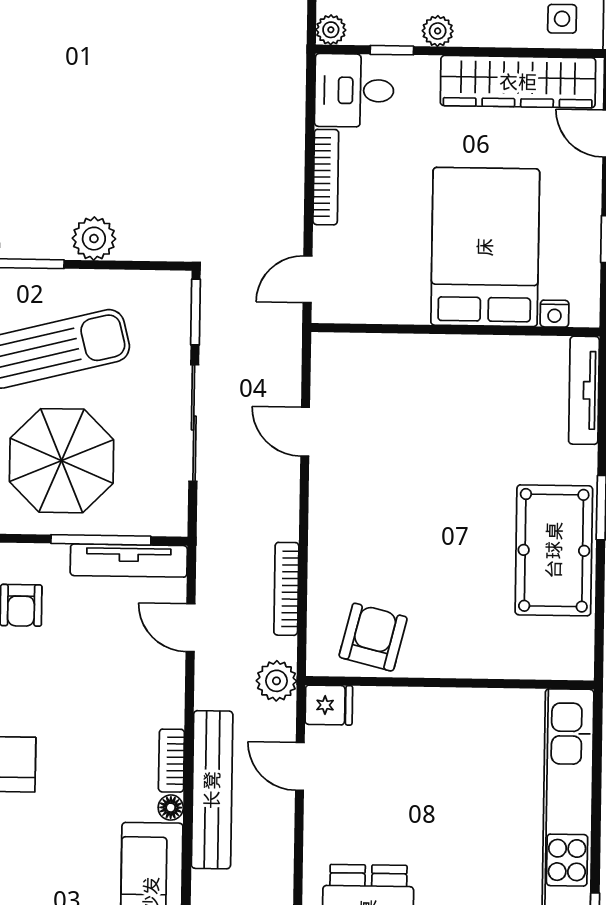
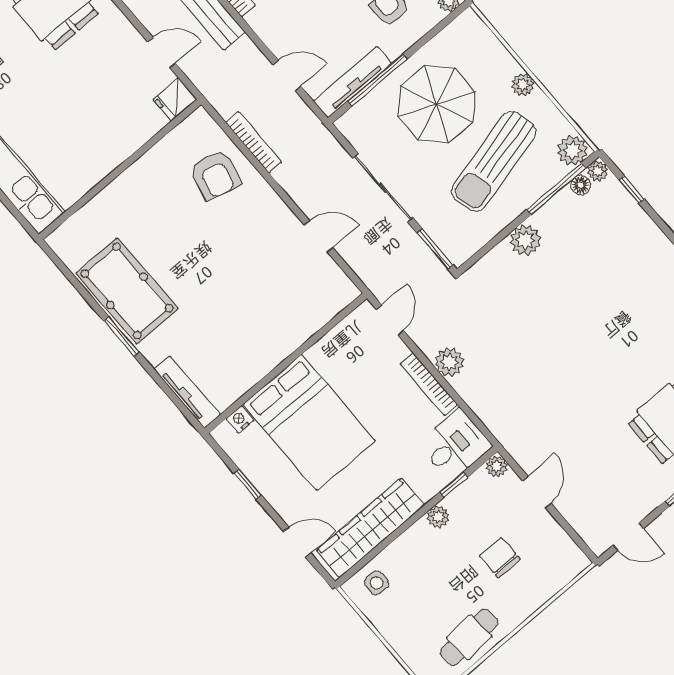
armchair: (373, 637) -> (215, 175), moved
plant: (276, 681) -> (449, 362), moved

